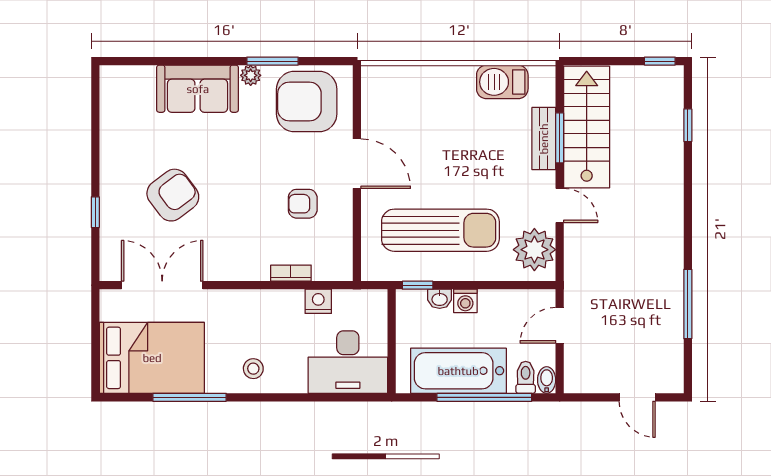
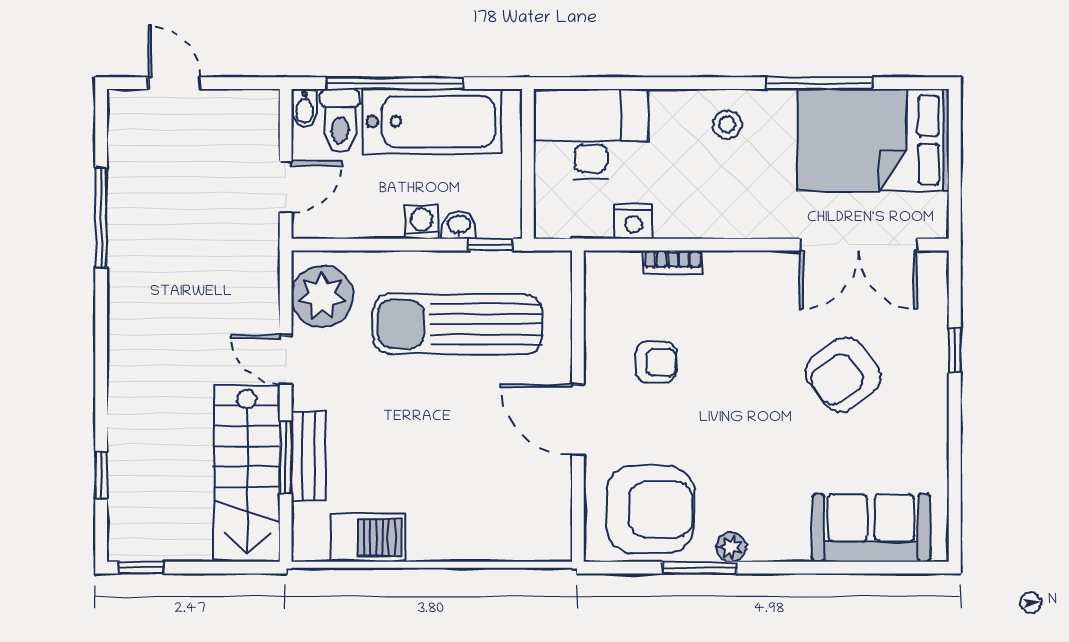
sofa: (198, 89) -> (871, 528), moved
toilet: (526, 377) -> (340, 121), width x1.37, depth x1.39

